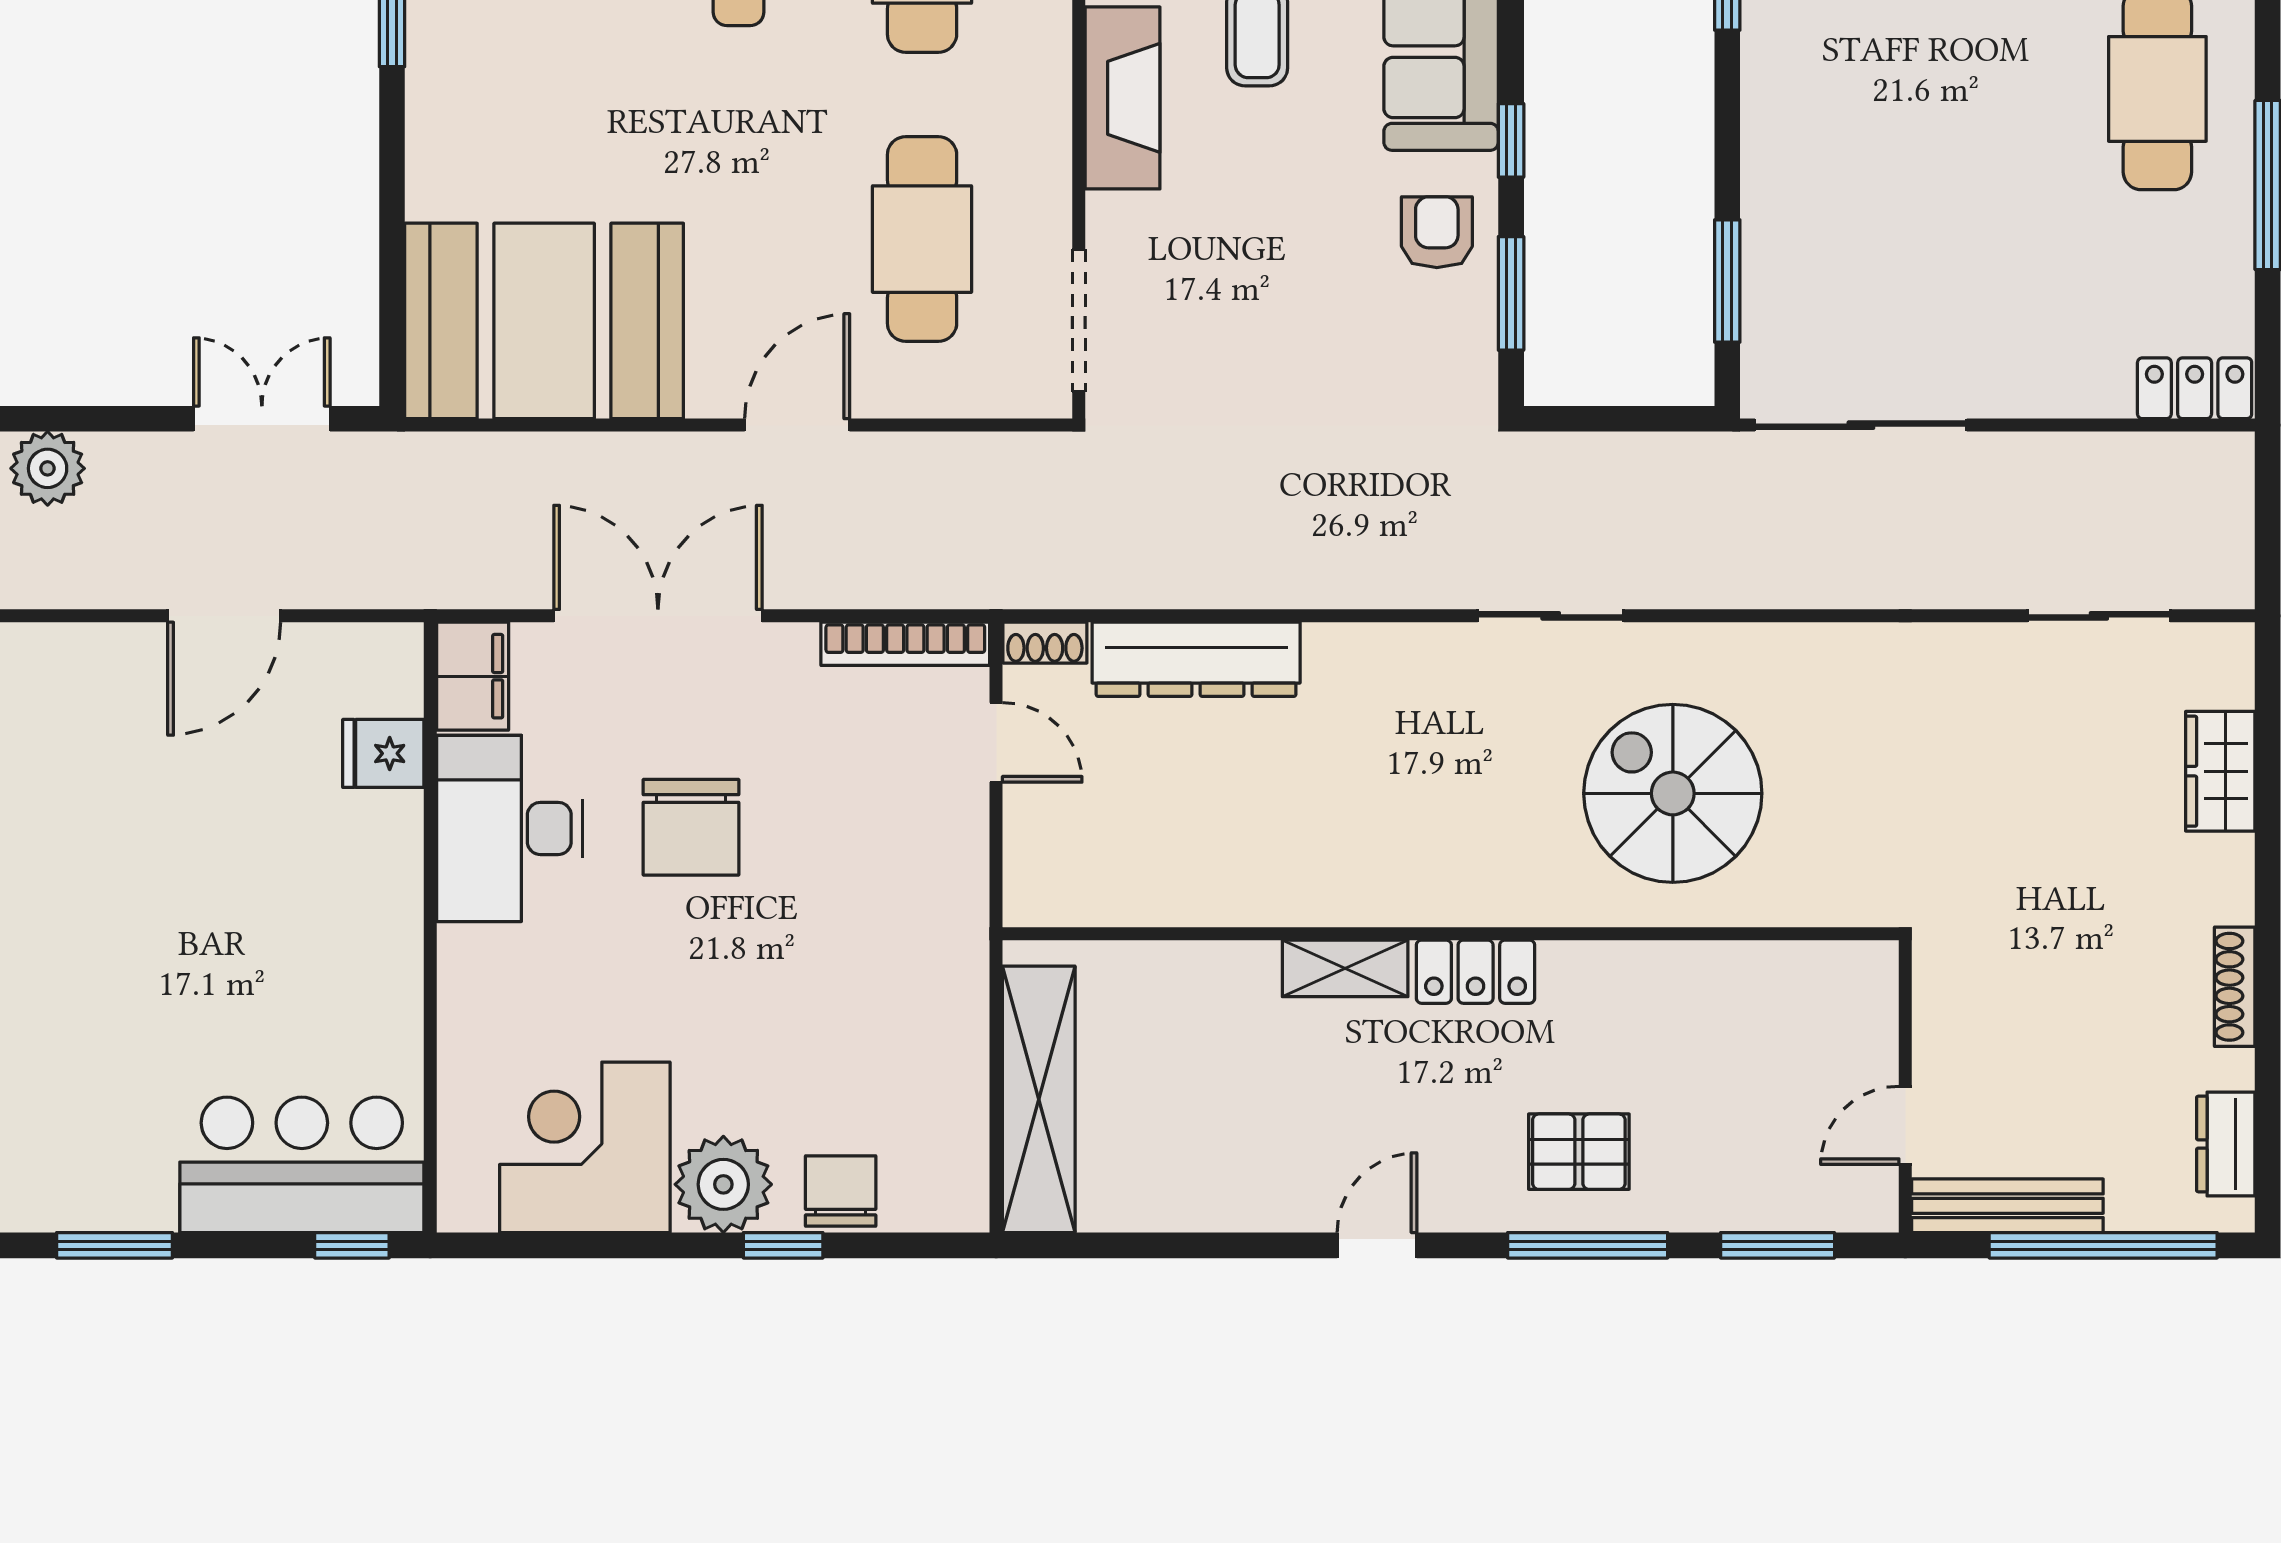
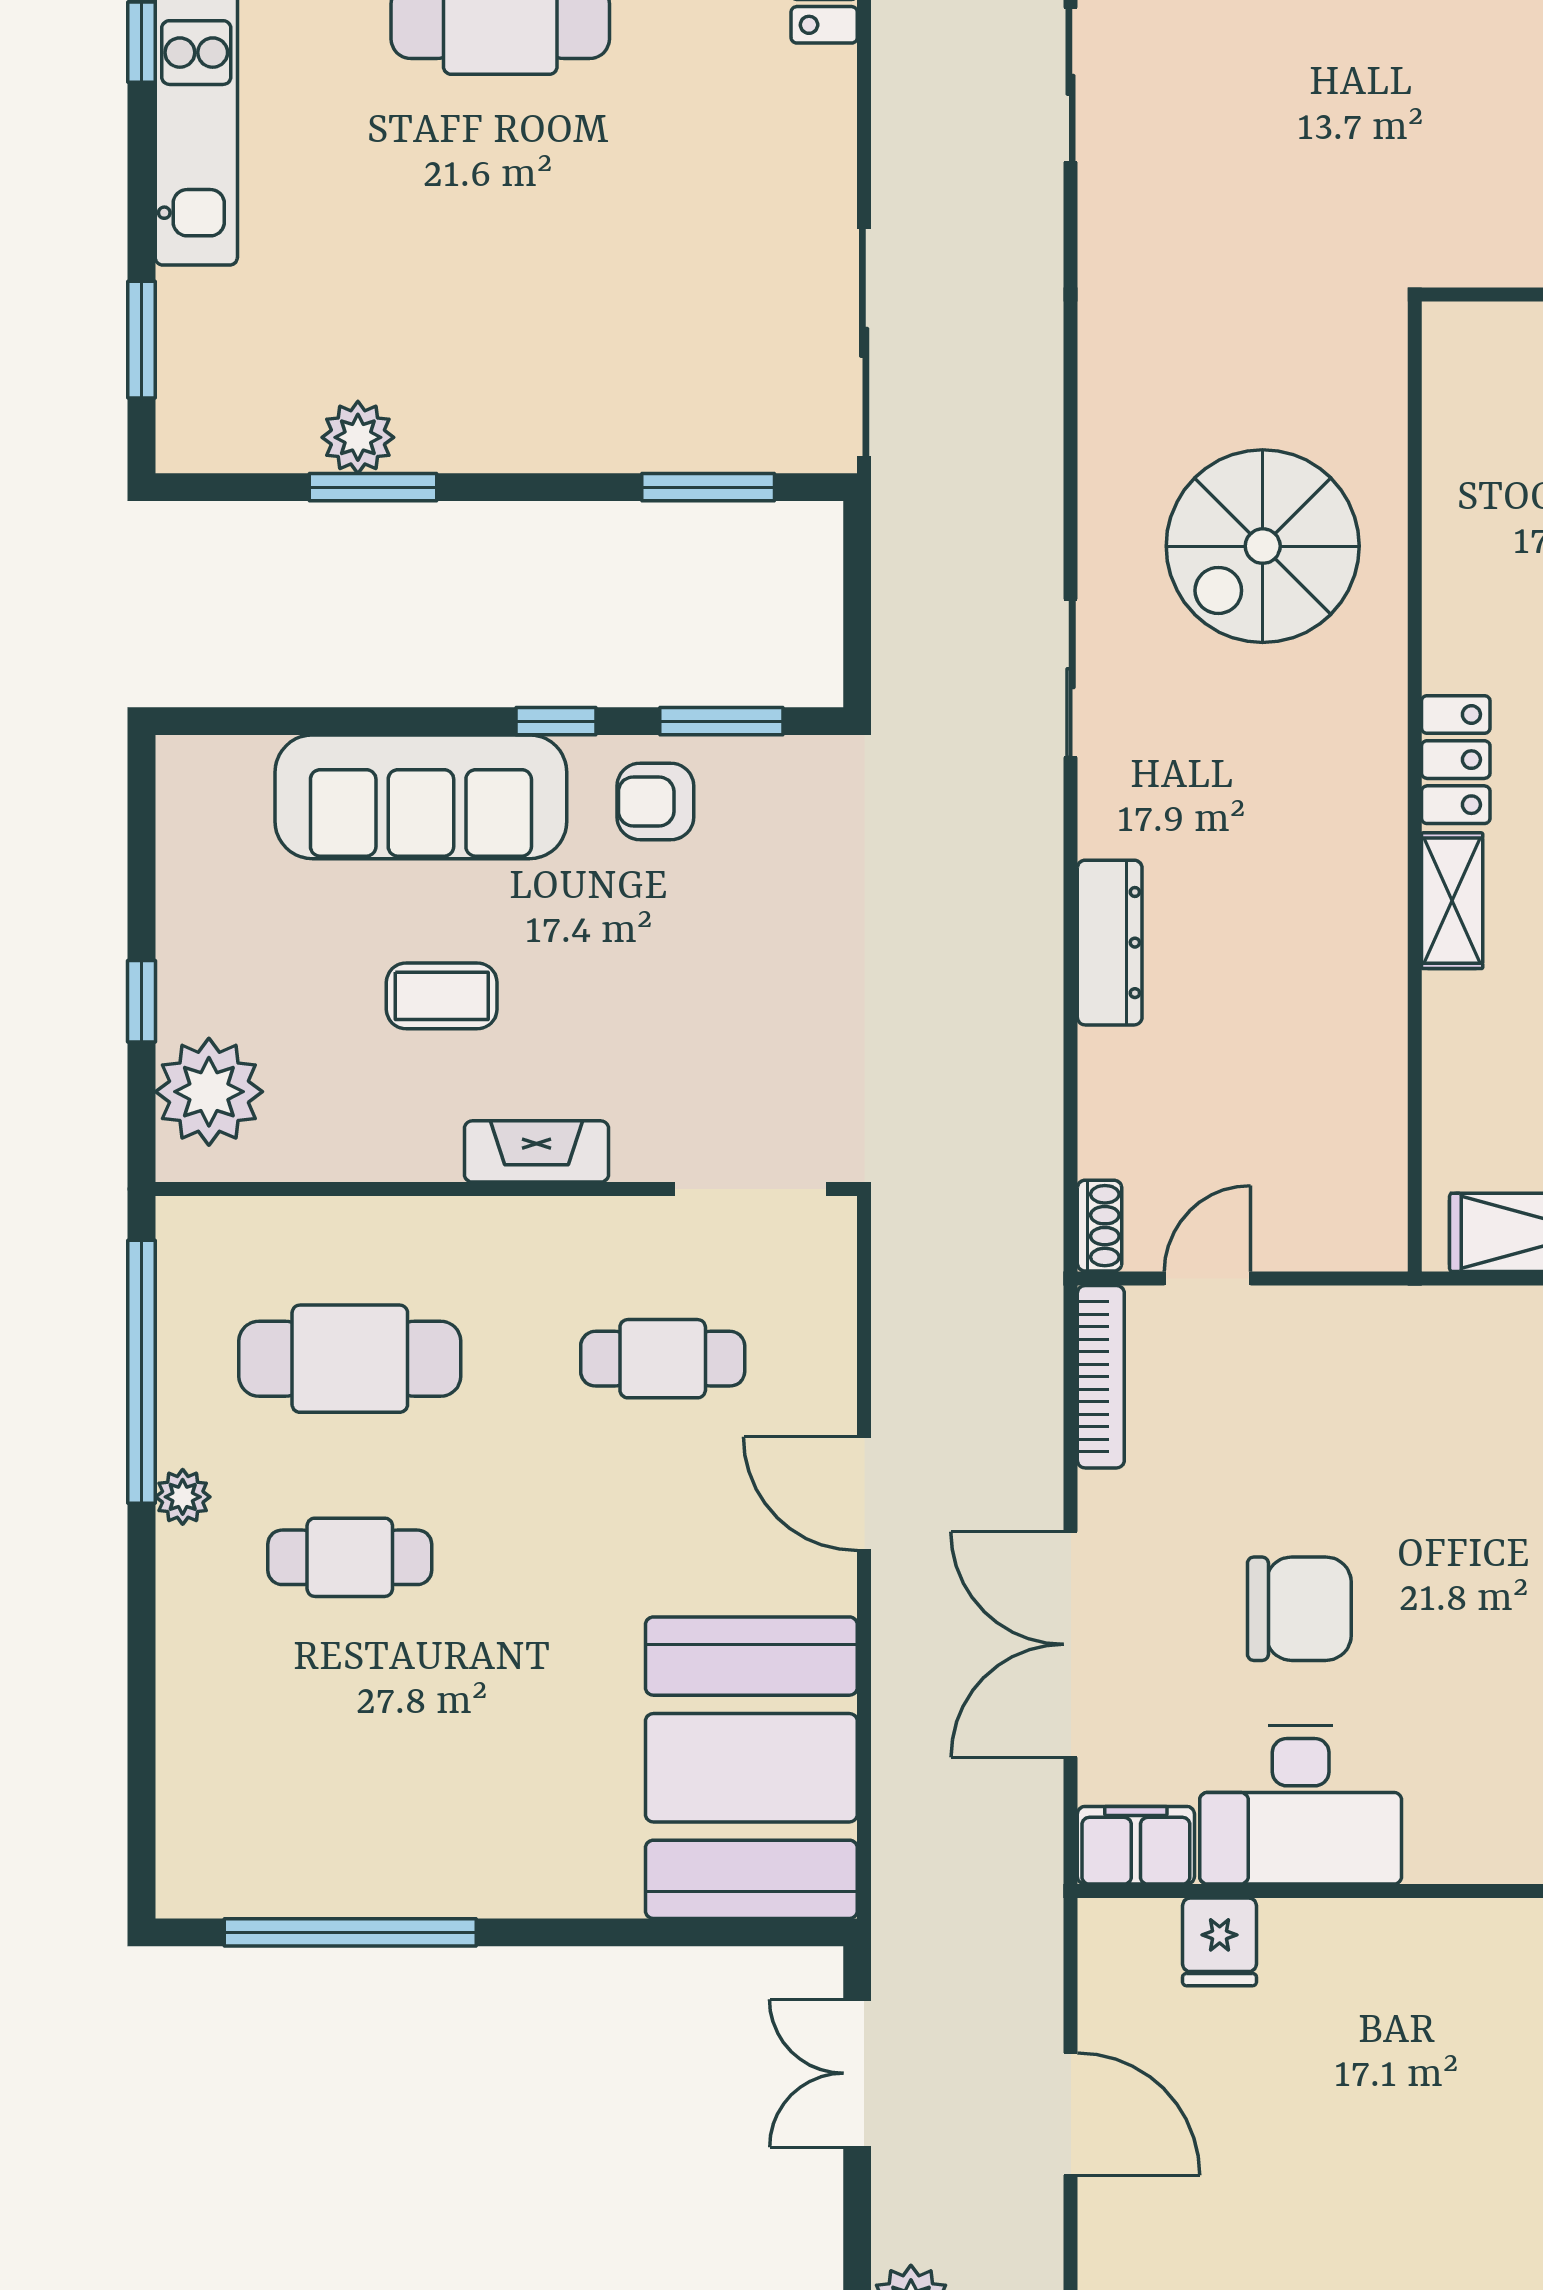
fireplace: (1122, 98) -> (536, 1151), width x0.73, depth x0.76
cafe table: (922, 239) -> (663, 1359), width x0.73, depth x0.74
dresser: (1196, 659) -> (1110, 943), moved, width x0.73, depth x0.80

